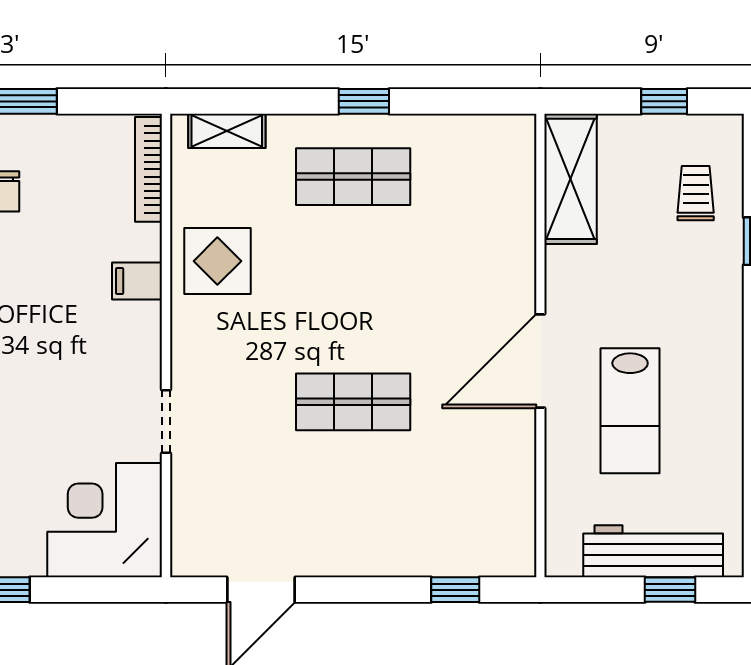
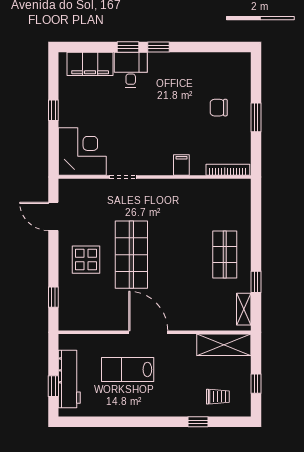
window: (364, 101) -> (256, 282), moved
shelving: (227, 131) -> (244, 309), moved
display table: (217, 261) -> (86, 260), moved
shop shelf: (353, 402) -> (131, 255), width x1.43, depth x1.36

